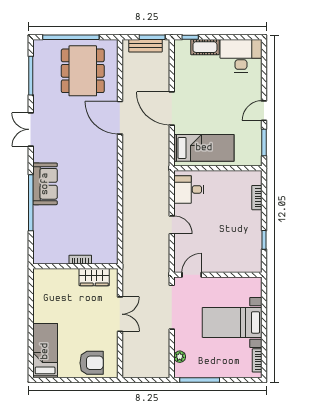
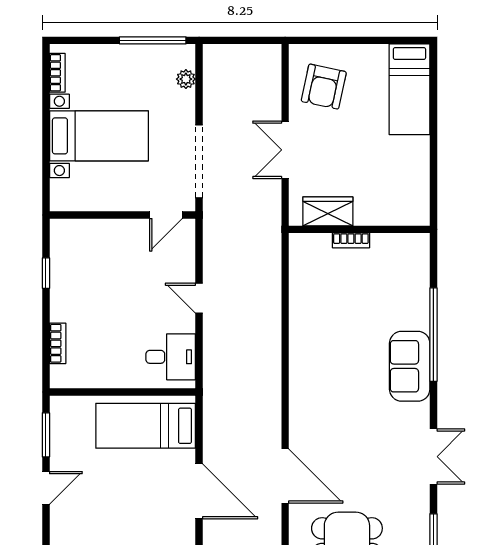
armchair: (92, 363) -> (324, 87), moved, turned -78

